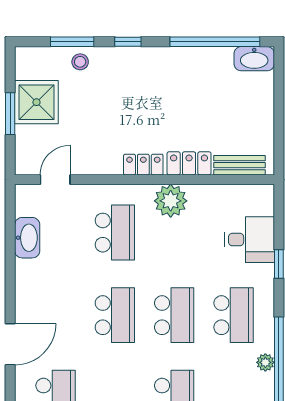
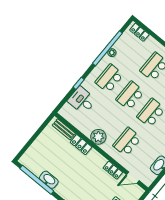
washbasin: (254, 59) -> (49, 180), moved
locker: (143, 165) -> (113, 170), moved

